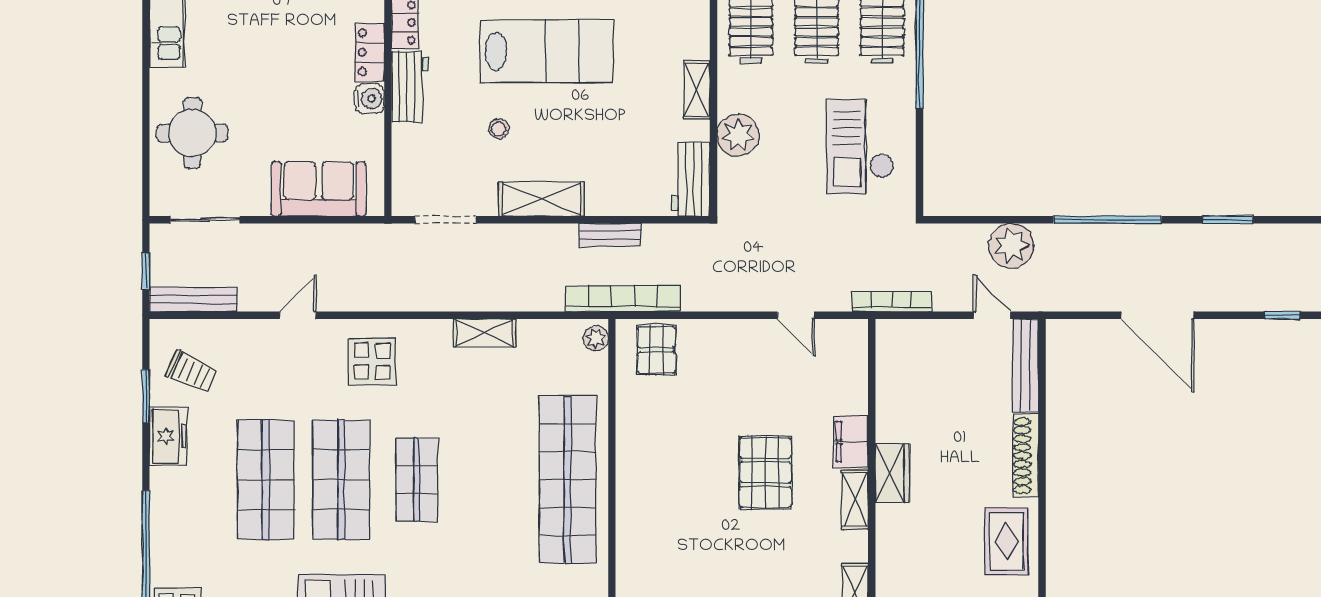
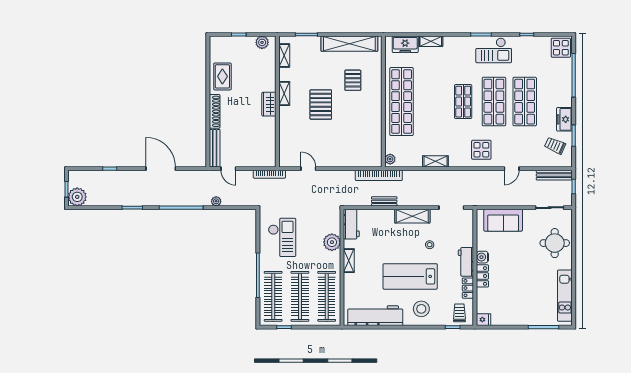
plant: (1011, 246) -> (216, 201), width x0.53, depth x0.53
pallet: (656, 350) -> (353, 80), moved
filing cabinet: (851, 442) -> (286, 117), removed

